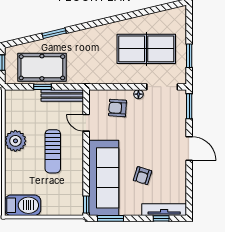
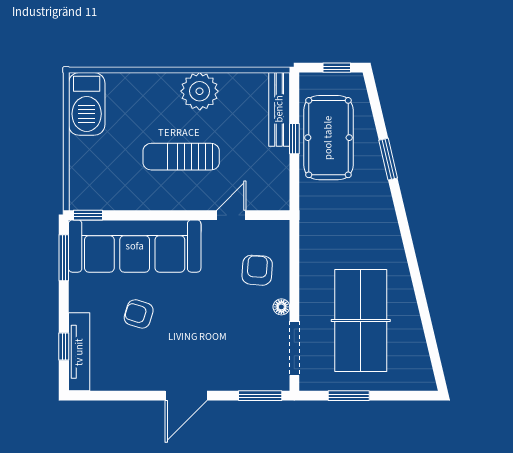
bench: (62, 95) -> (279, 109), moved

